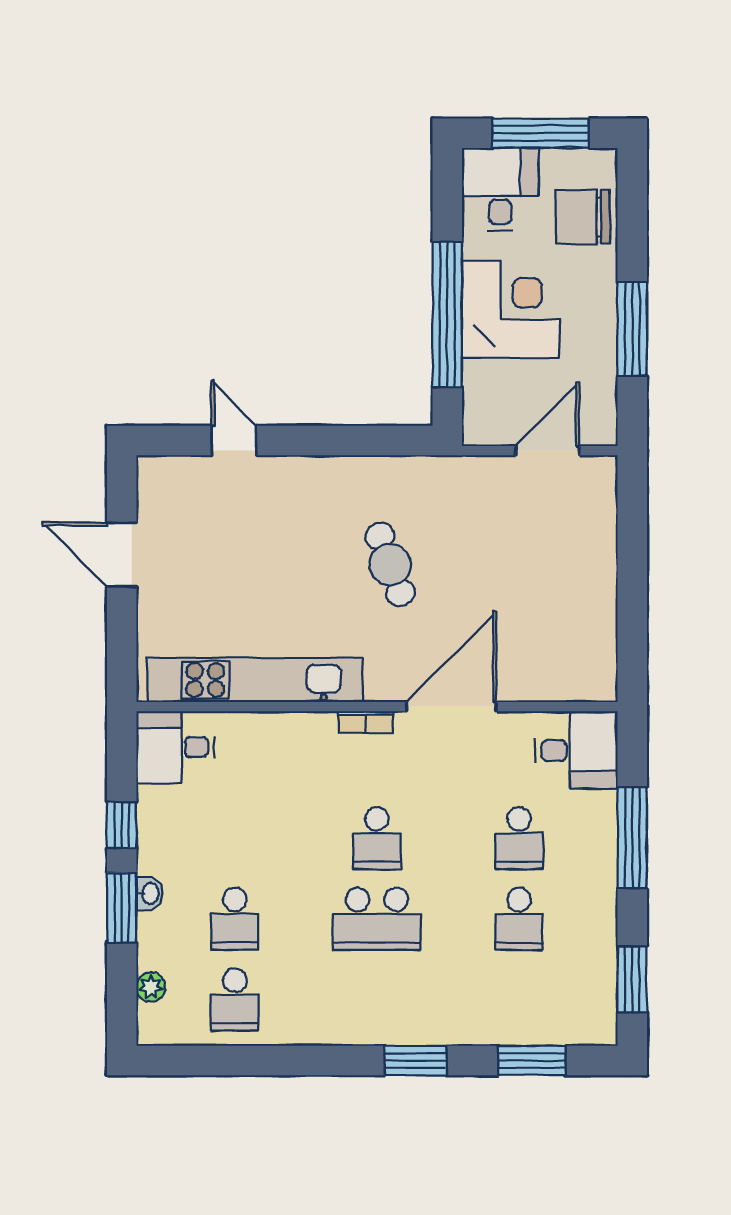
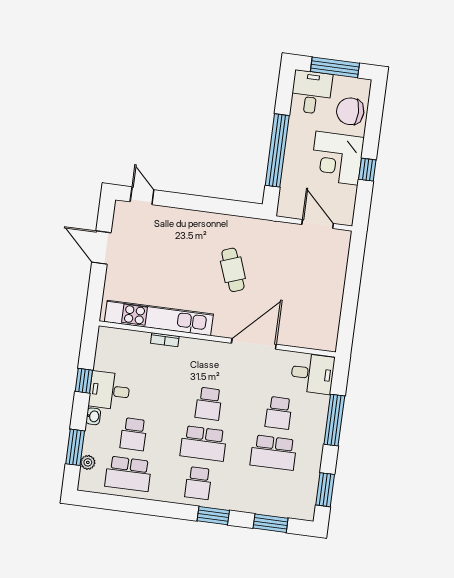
corner desk: (511, 309) -> (337, 158), moved, turned 180
window: (632, 329) -> (367, 170), width x0.46
door: (234, 440) -> (142, 196), moved
door: (547, 451) -> (318, 224), hinge flipped
bookcase: (366, 722) -> (165, 340), moved
desk: (175, 747) -> (109, 391), moved
window: (122, 908) -> (75, 447), moved
school desk: (519, 919) -> (273, 453), width x1.85
school desk: (235, 999) -> (128, 474), width x1.85
school desk: (377, 999) -> (198, 483), added

